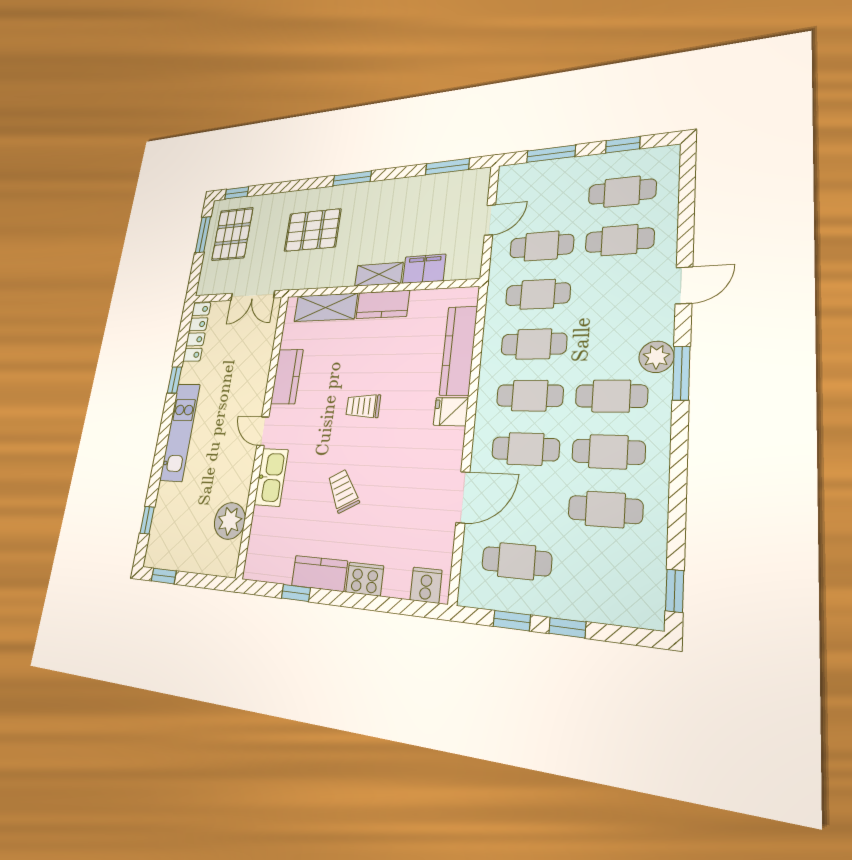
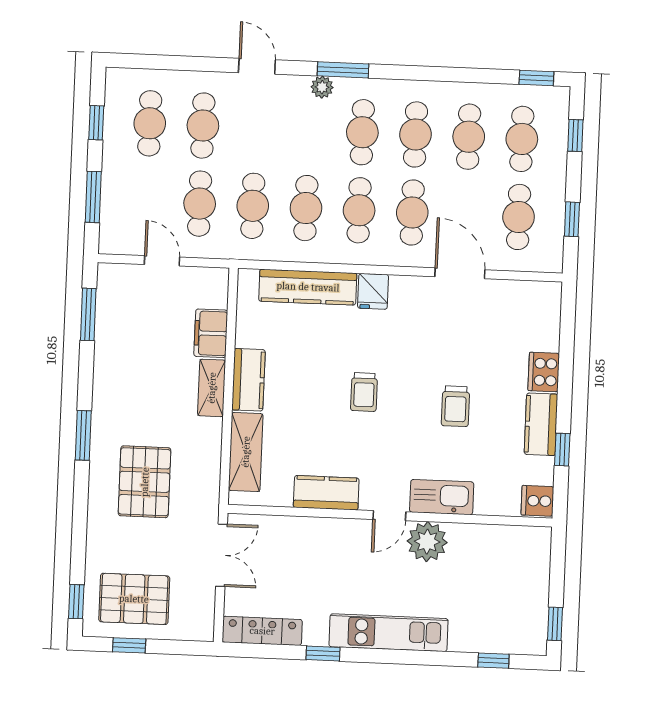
window: (203, 235) -> (129, 645), width x0.67
plant: (656, 357) -> (322, 87), width x0.73, depth x0.73
trolley: (343, 491) -> (455, 406), turned -61
plant: (230, 521) -> (427, 542), moved
cafe table: (602, 569) -> (522, 139), added
cooker: (426, 585) -> (537, 501), moved
window: (567, 628) -> (575, 135), moved

